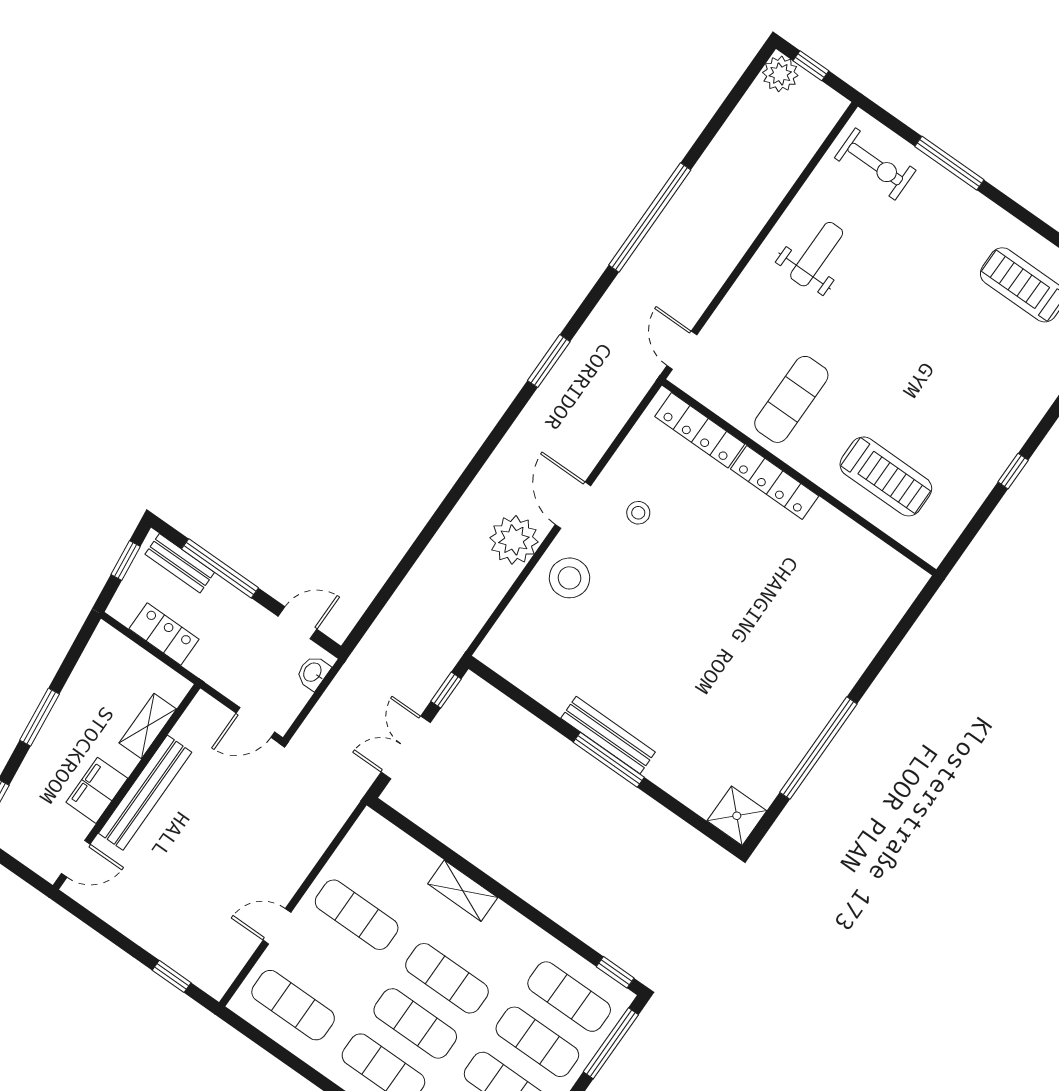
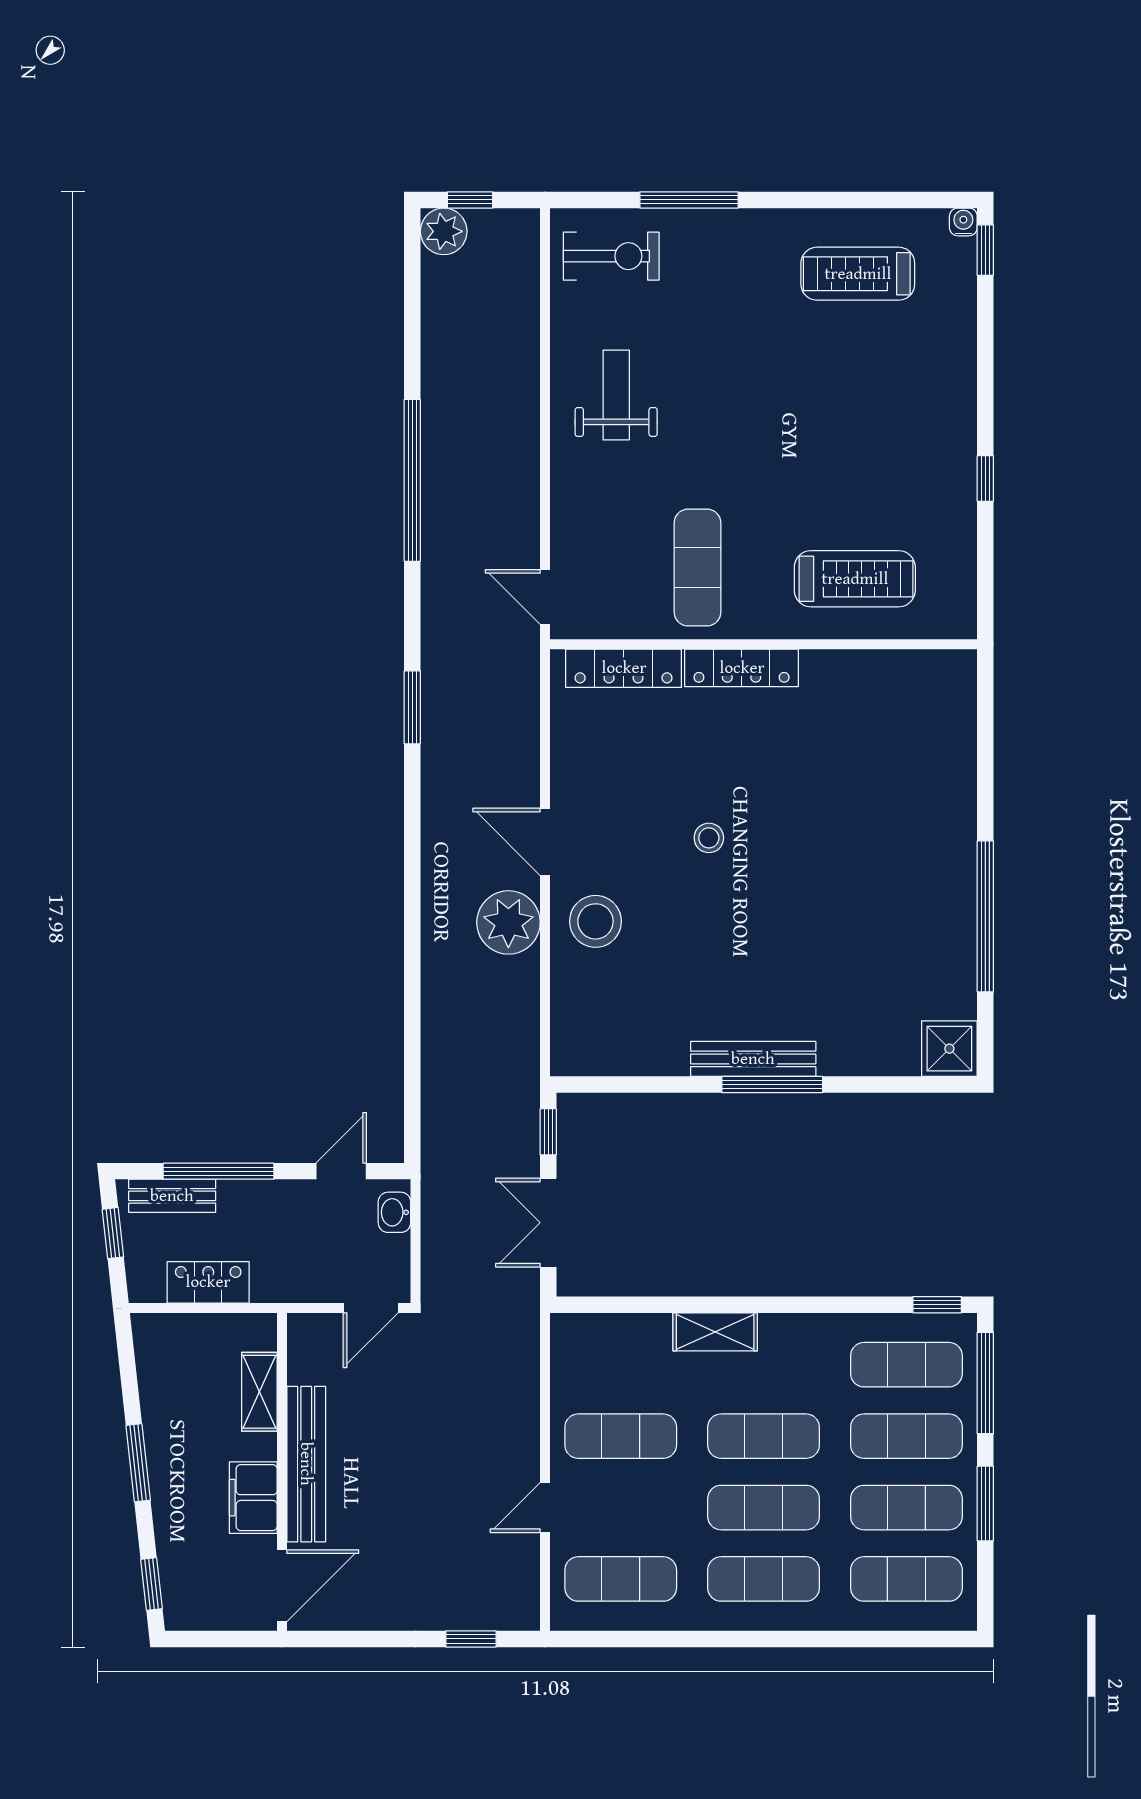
stool: (638, 513) -> (709, 838), moved
door: (76, 859) -> (282, 1586), width x1.38

